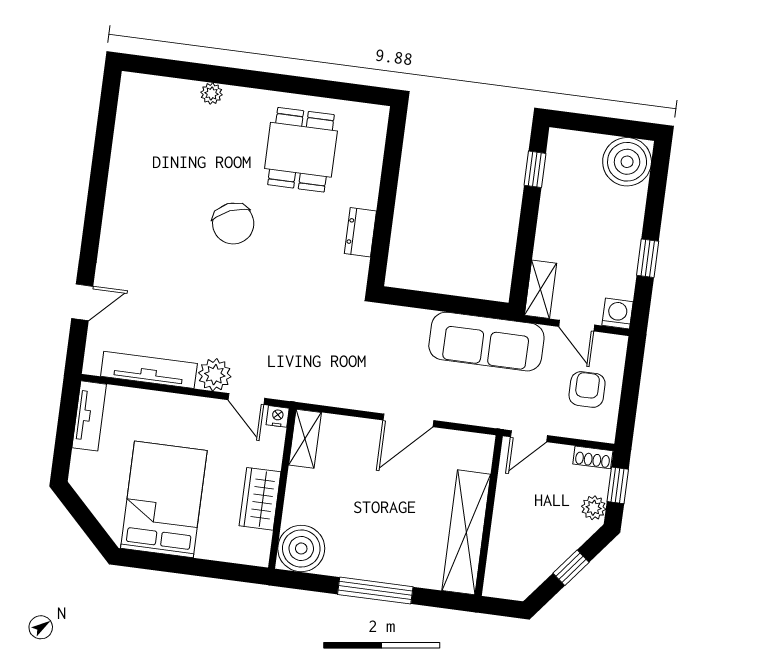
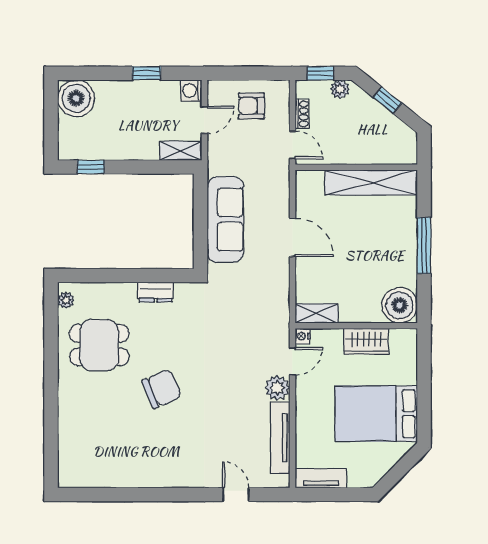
plant: (211, 94) -> (66, 300), moved
sofa: (486, 342) -> (225, 220), moved
shoe rack: (593, 457) -> (302, 114), moved

